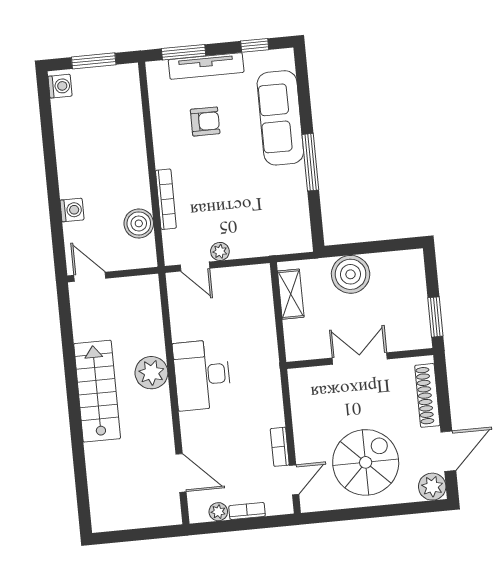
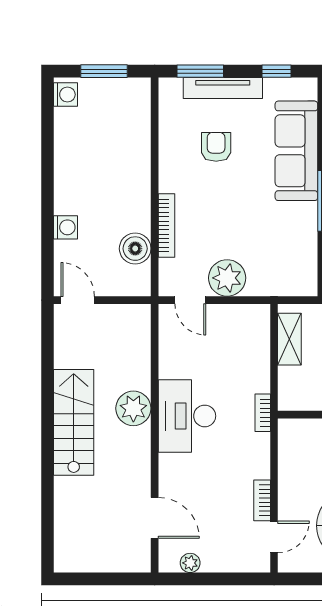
armchair: (205, 121) -> (216, 147), turned -90
plant: (220, 251) -> (227, 278), width x1.88, depth x1.88
bookcase: (247, 511) -> (263, 413), moved, turned -90

